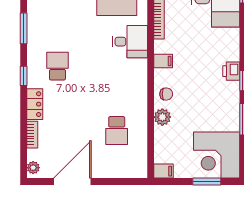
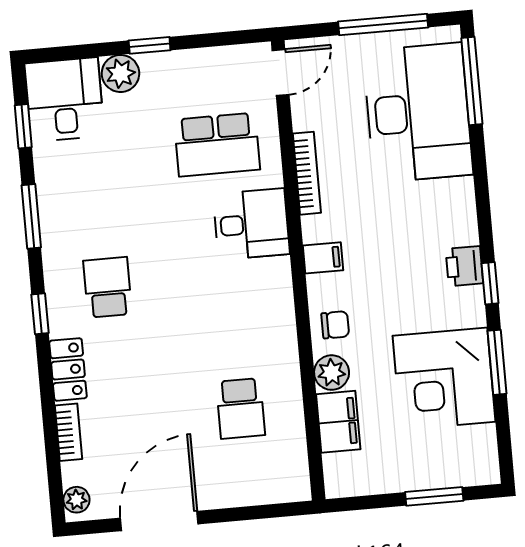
corner desk: (217, 155) -> (444, 379), moved
filing cabinet: (163, 171) -> (338, 422), moved, width x2.00

